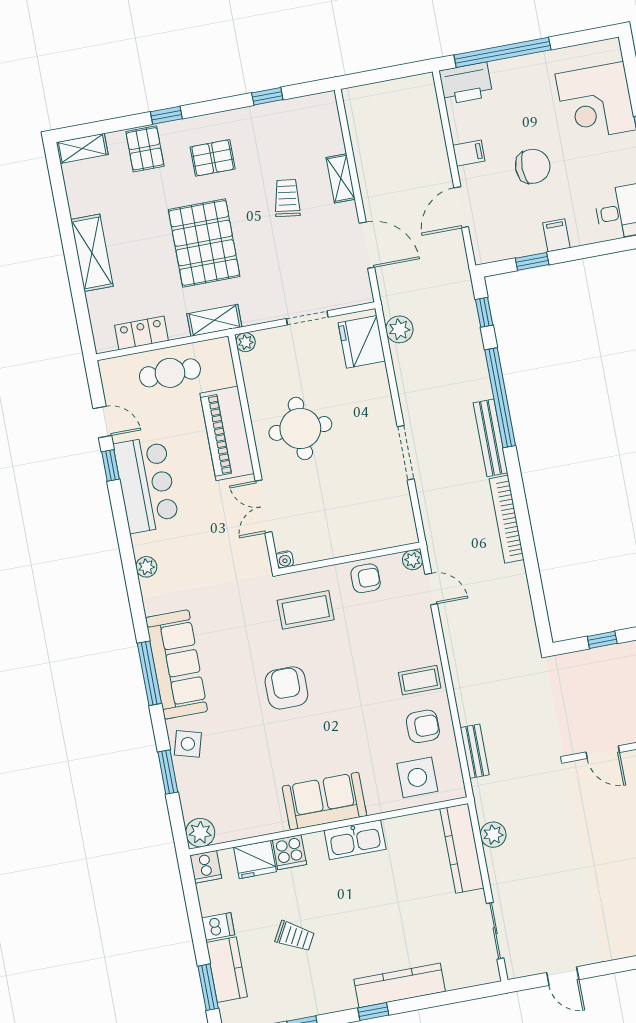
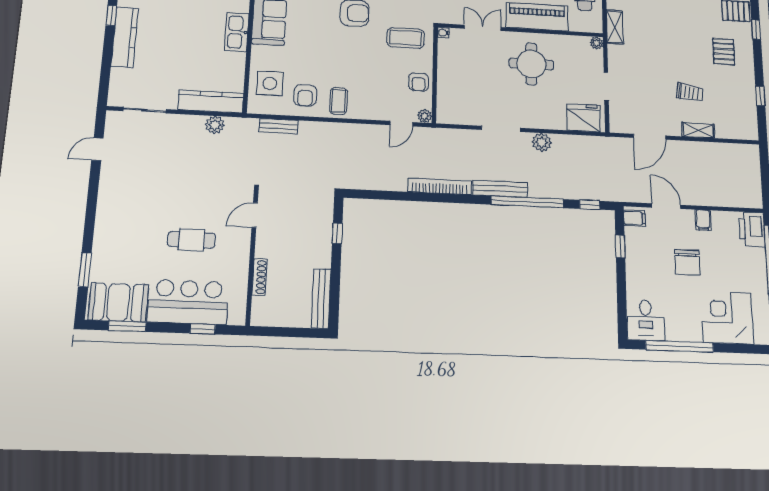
filing cabinet: (556, 235) -> (635, 218), moved
pallet: (204, 243) -> (668, 33), removed
plant: (399, 329) -> (542, 142), moved
coffee table: (306, 610) -> (405, 38), turned 90

